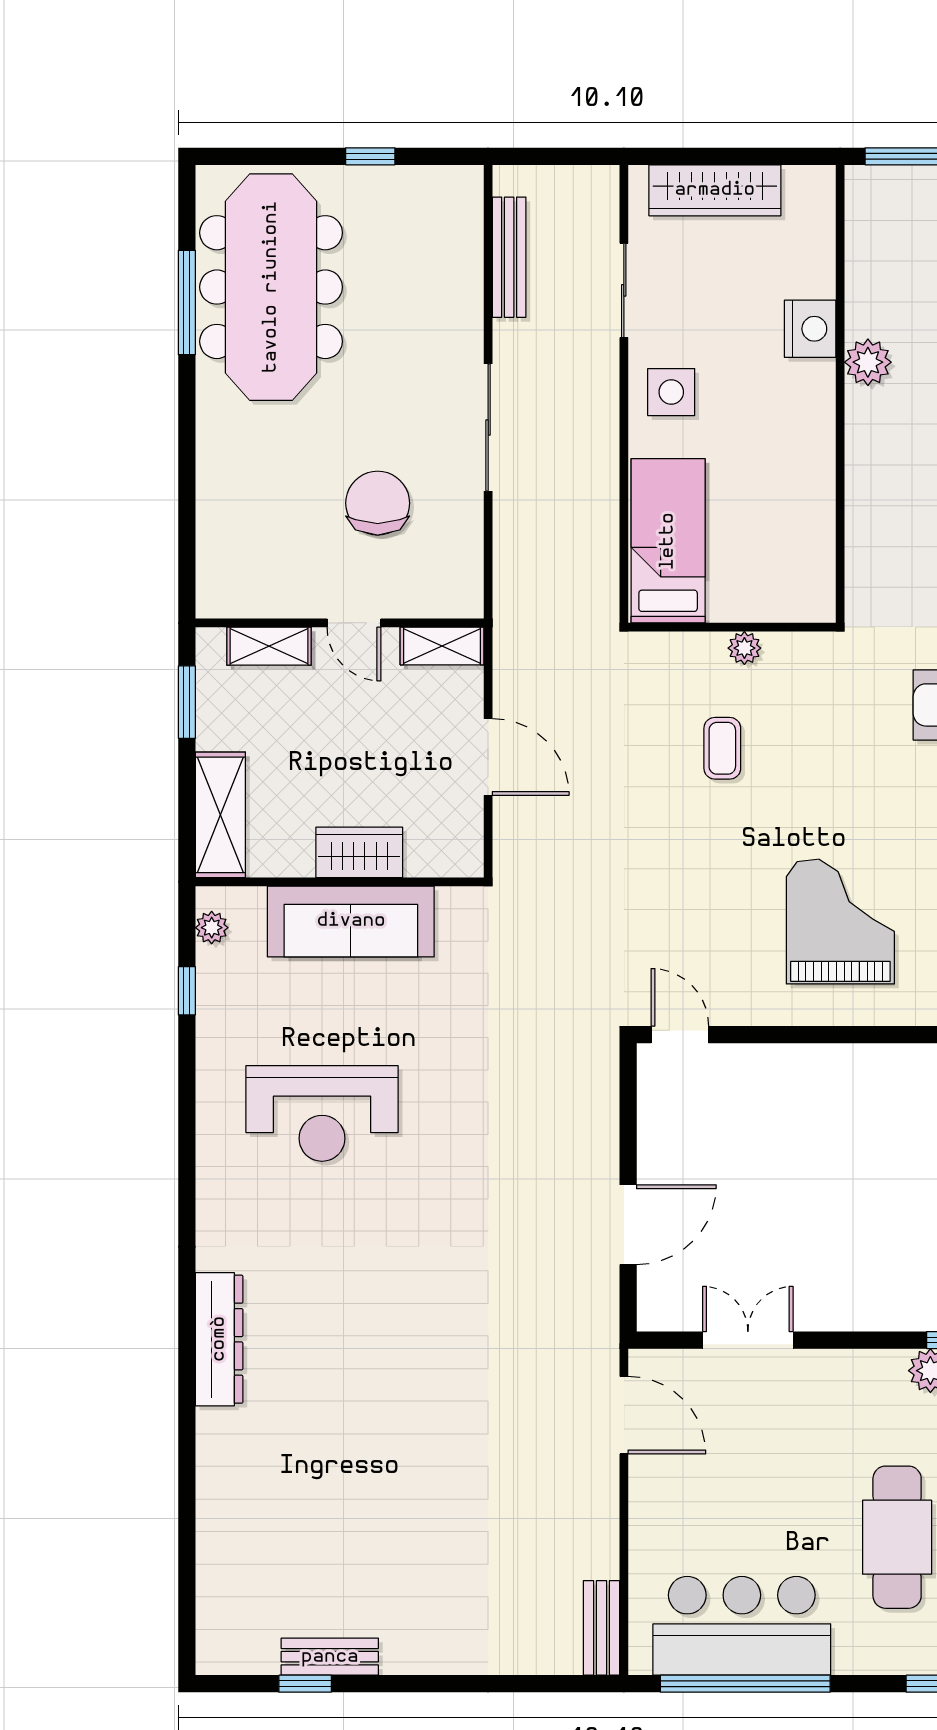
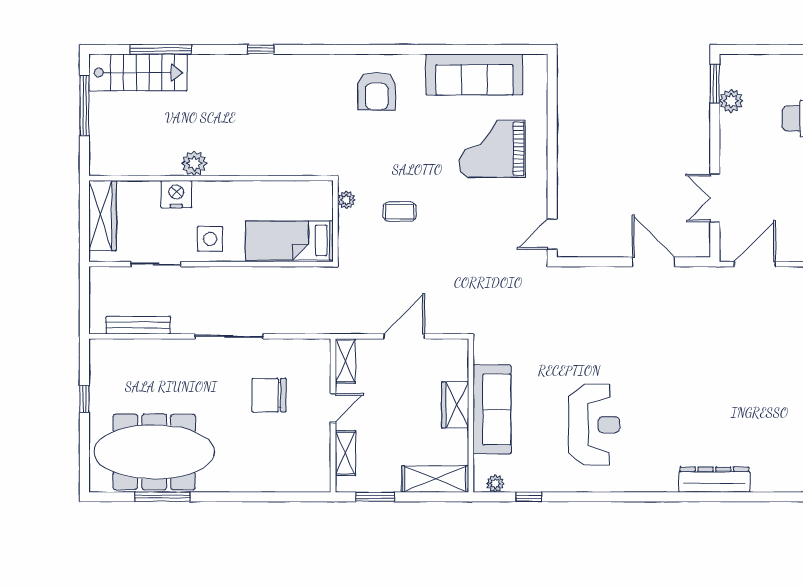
nightstand: (810, 329) -> (176, 194), moved
plant: (868, 362) -> (194, 163), moved
wall: (840, 394) -> (211, 178), moved

